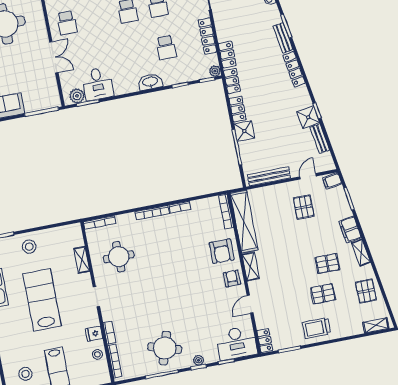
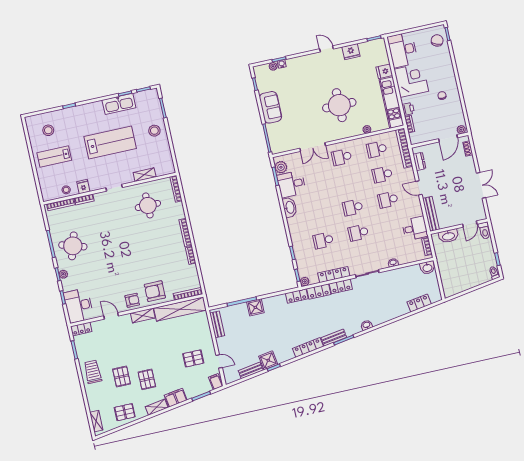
washbasin: (150, 82) -> (290, 207), moved
locker: (238, 109) -> (341, 286), moved
bench: (269, 176) -> (217, 324), width x0.73

